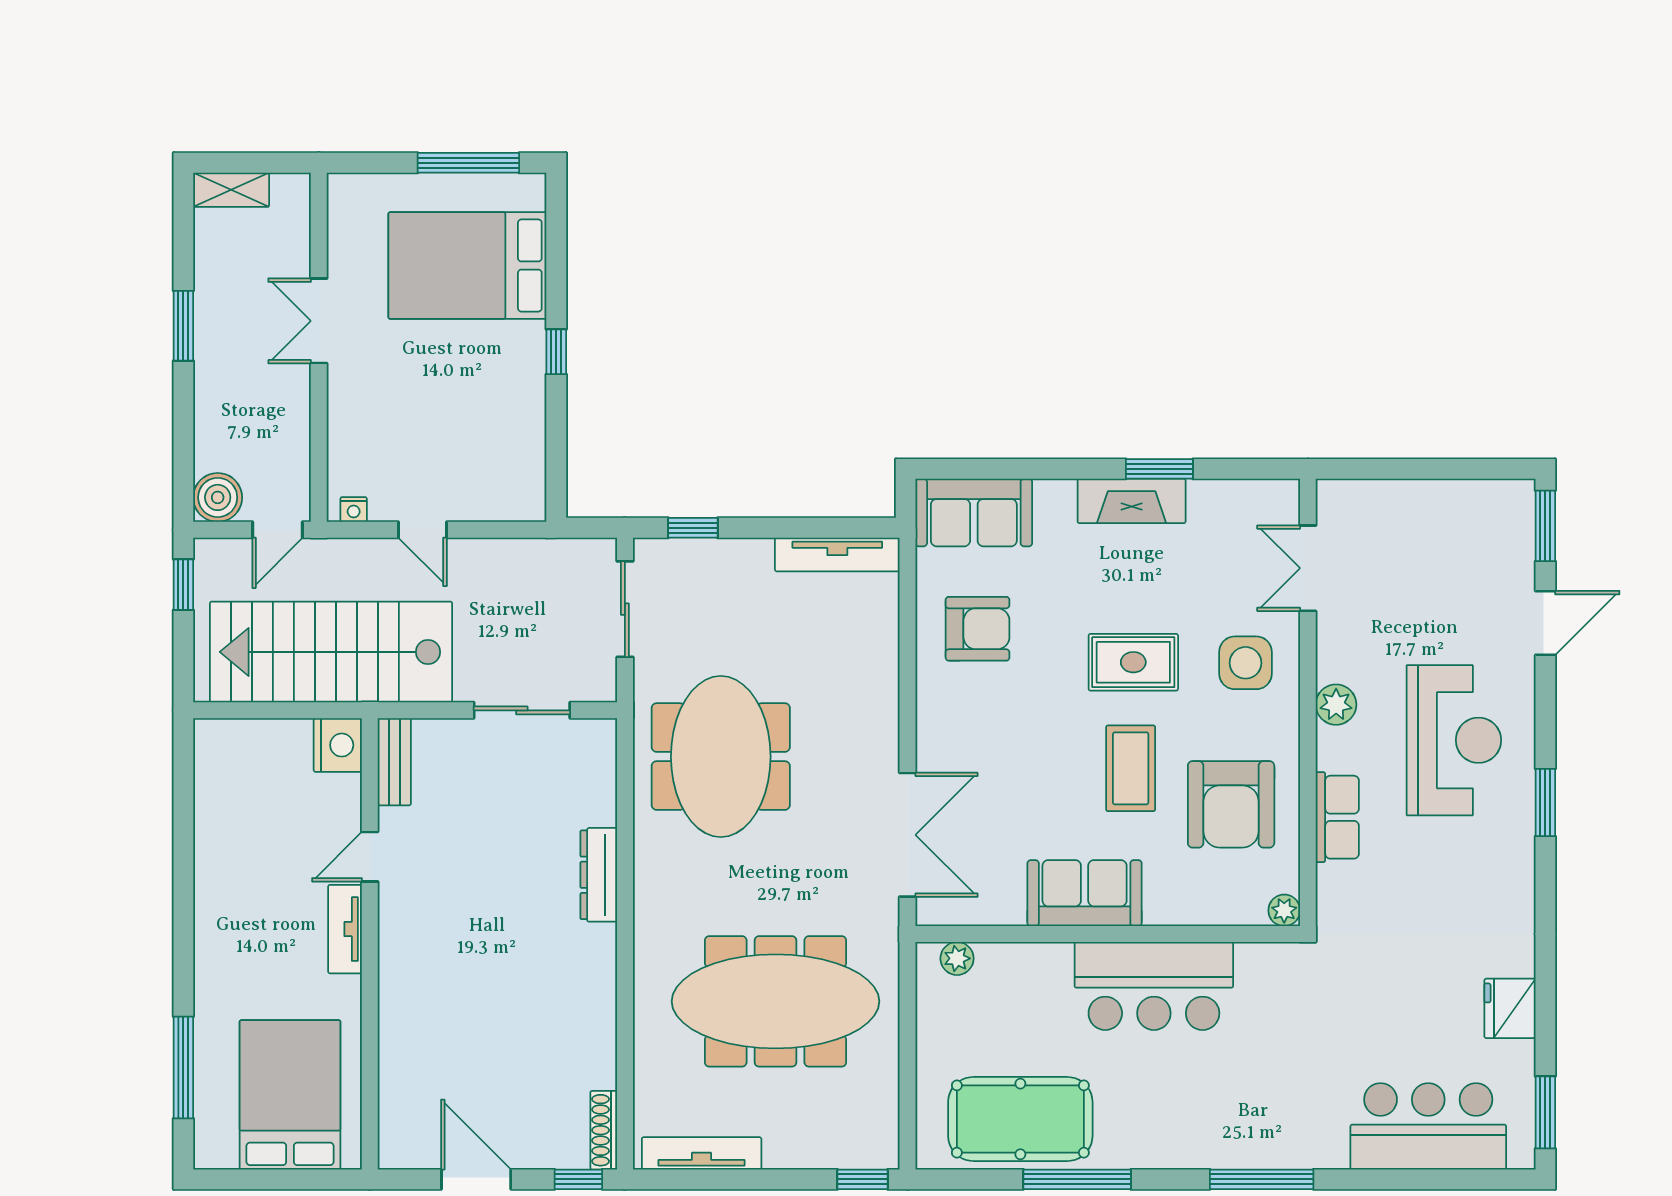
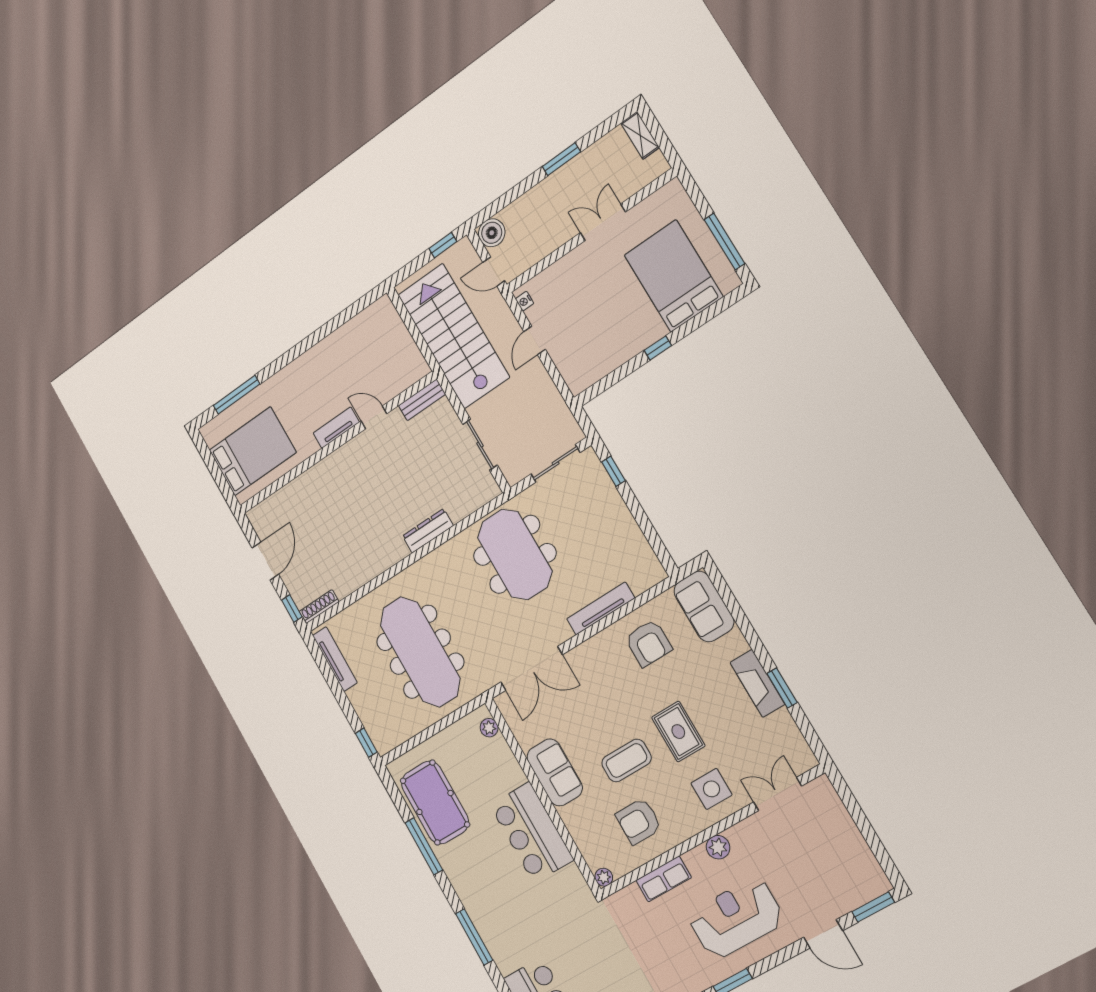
tv unit: (837, 555) -> (601, 609), moved, turned 90
reception desk: (1454, 740) -> (736, 918), turned 180
nightstand: (338, 745) -> (414, 368), removed
meeting table: (721, 757) -> (515, 554), turned 90
armchair: (1231, 804) -> (639, 821), width x0.73, depth x0.73

